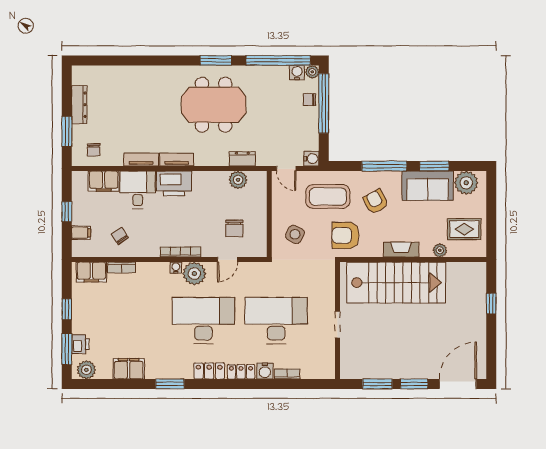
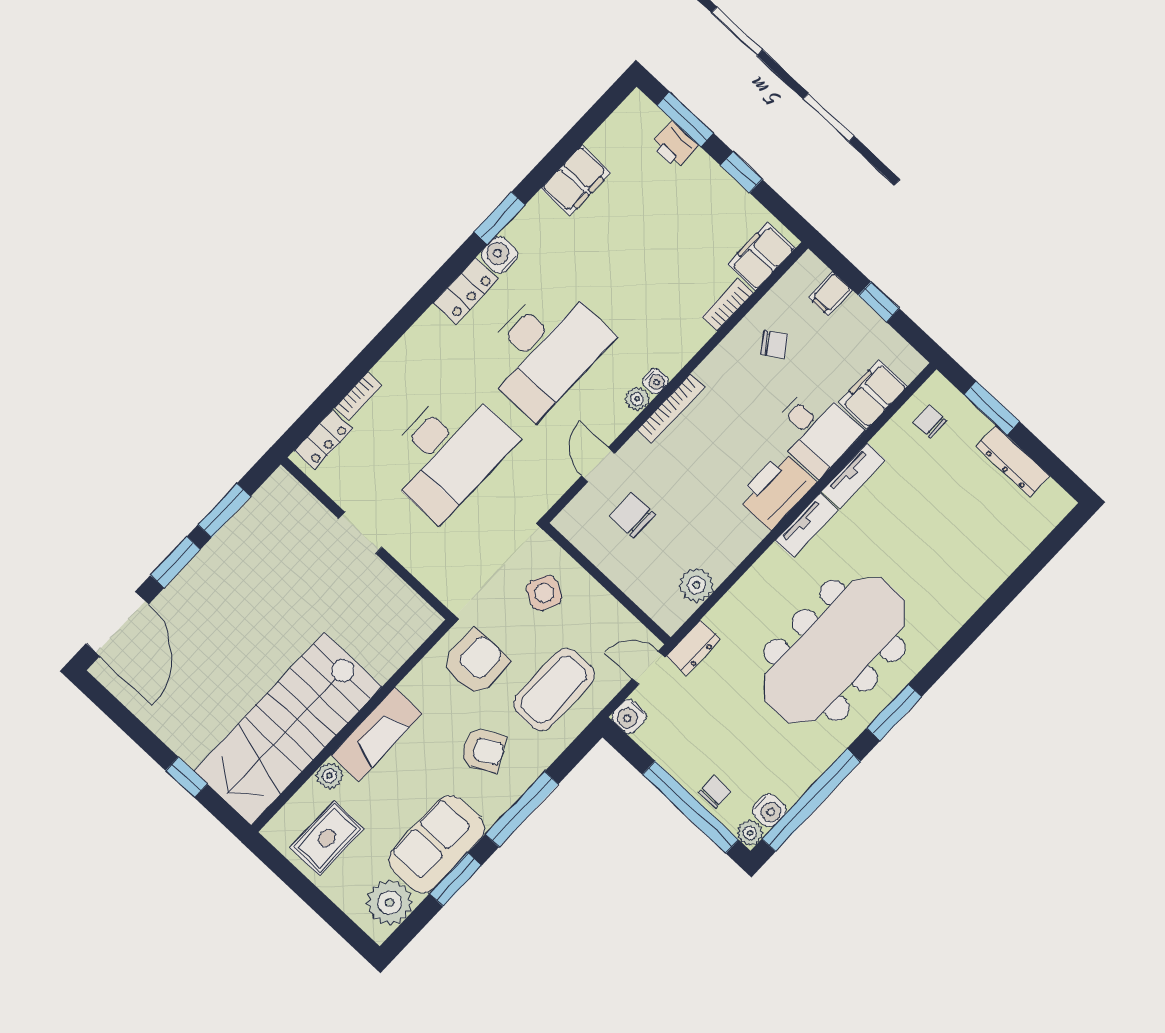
meeting table: (214, 105) -> (835, 650), width x1.36
dresser: (242, 159) -> (693, 648), moved
fireplace: (401, 250) -> (377, 734), width x1.37, depth x1.32
plant: (194, 274) -> (637, 399), width x0.53, depth x0.53
stairs: (396, 283) -> (288, 729), moved
plant: (86, 370) -> (630, 119), removed
water cooler: (265, 371) -> (499, 255), moved
locker: (241, 372) -> (323, 440), moved

